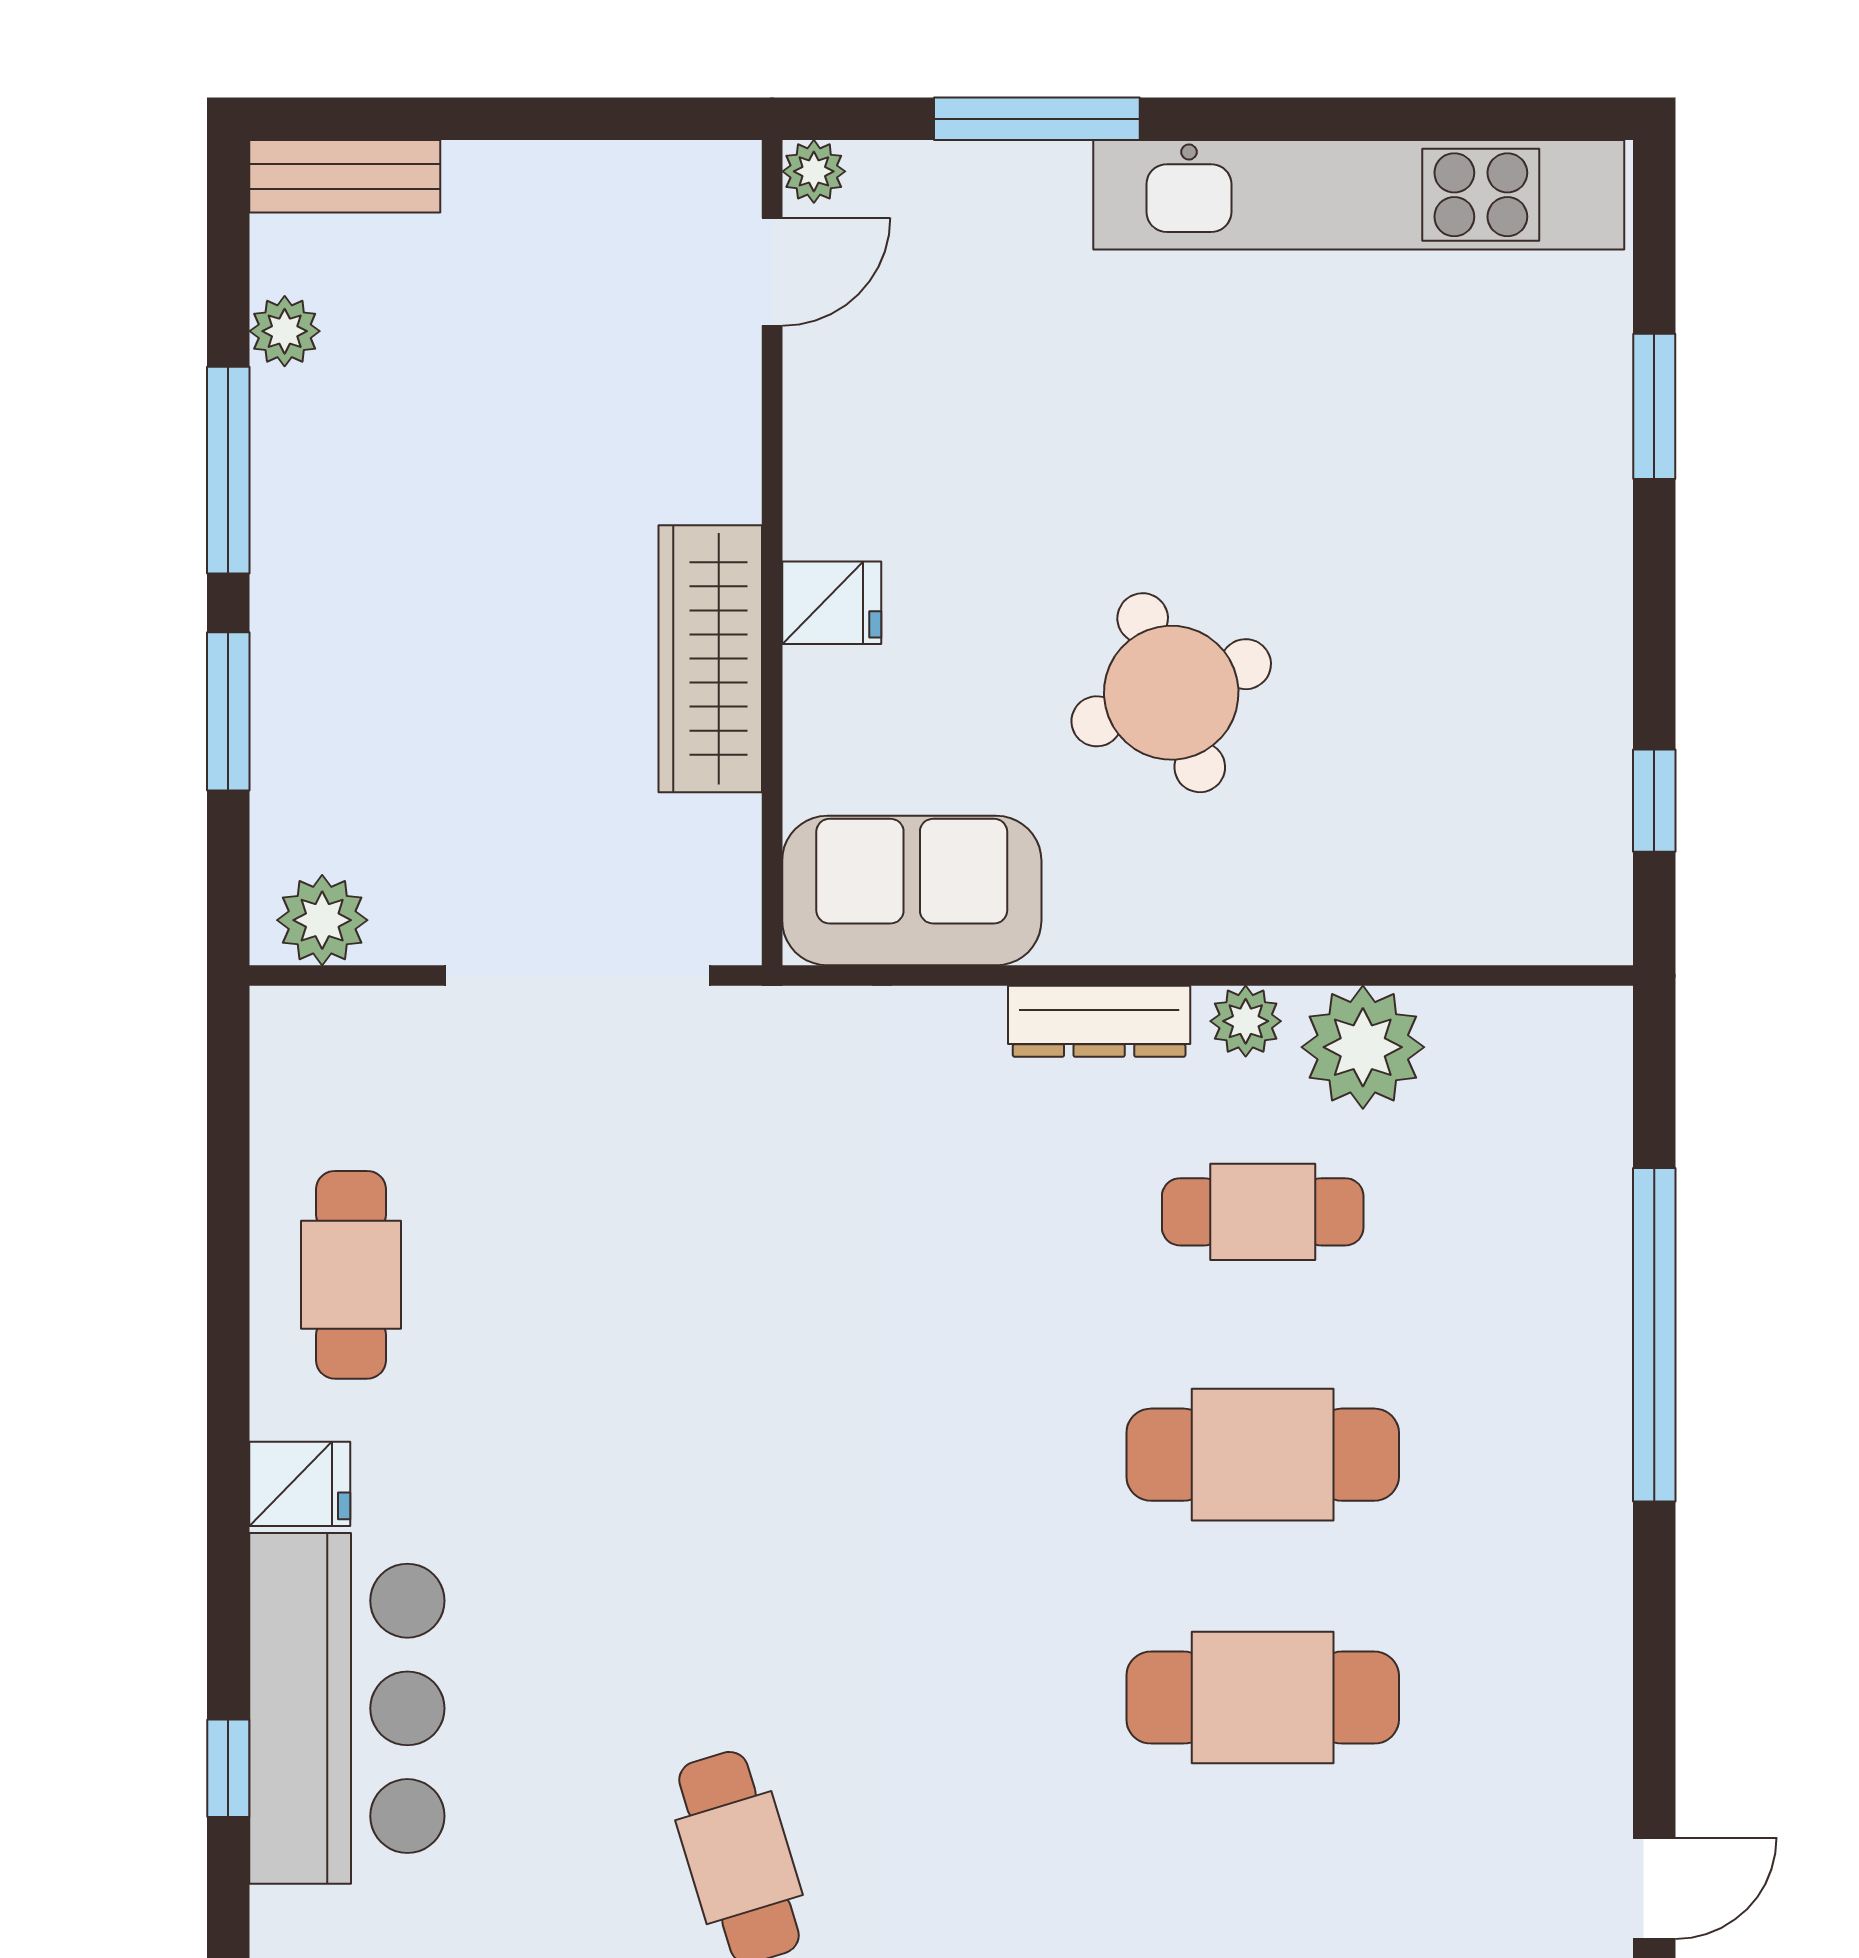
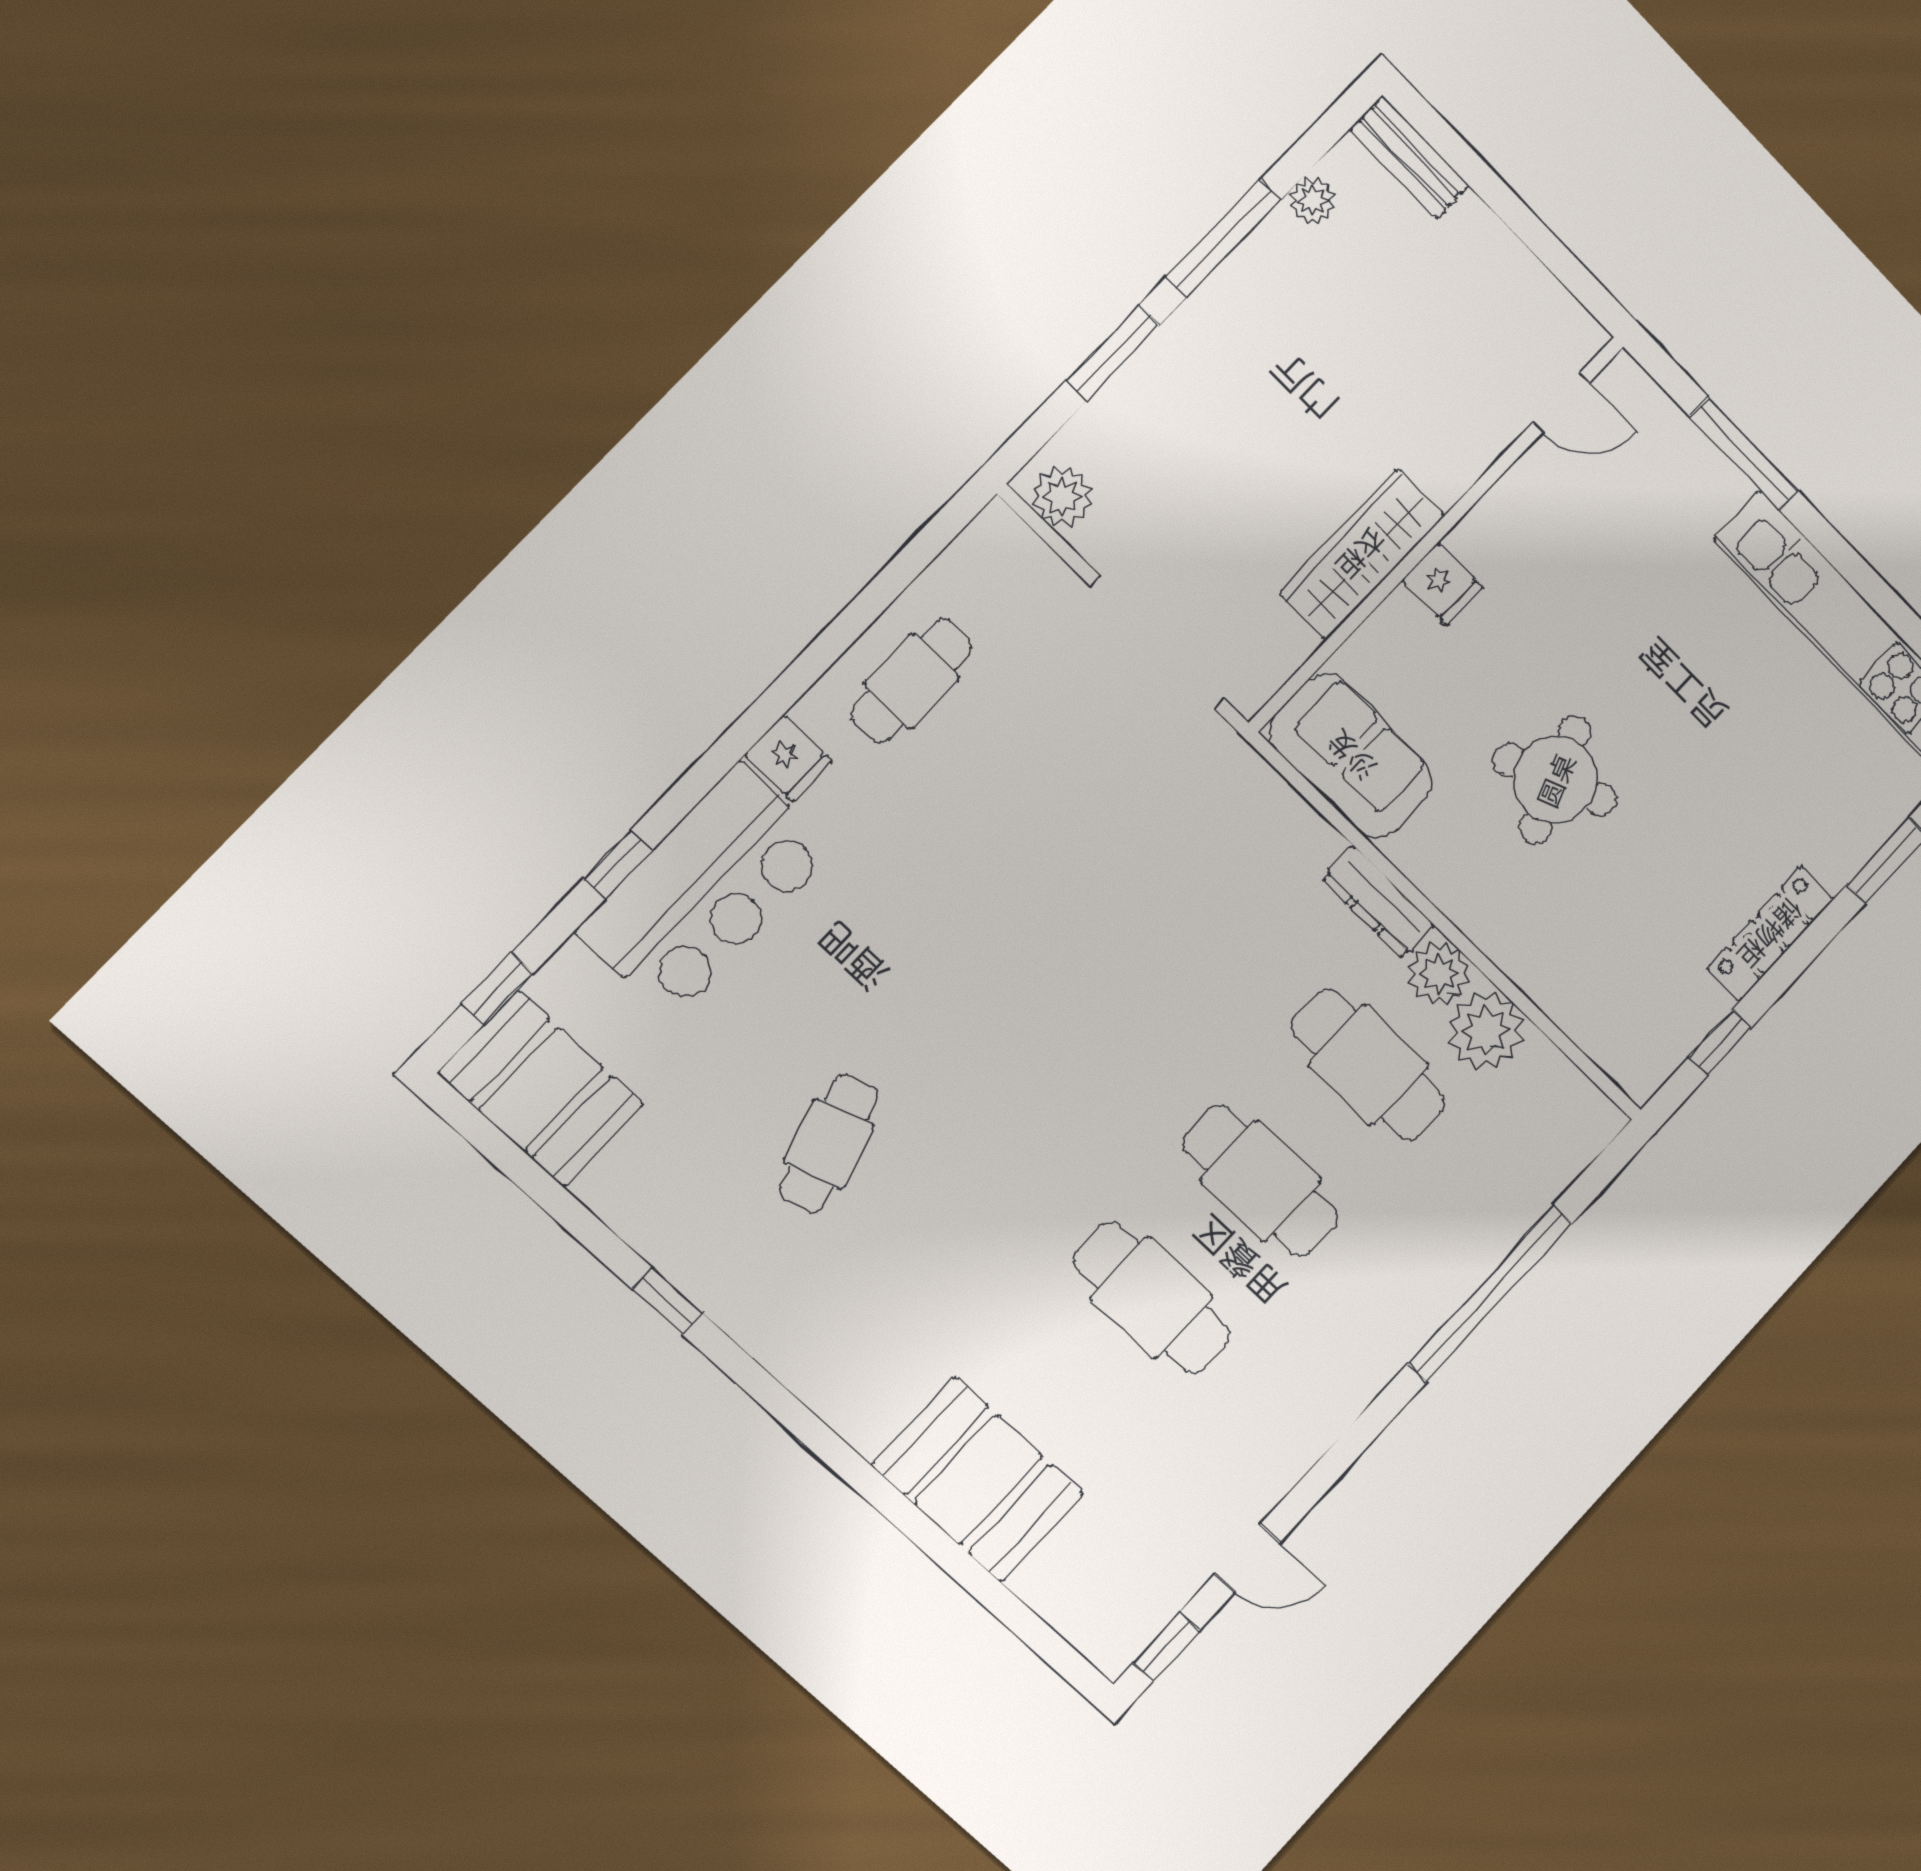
plant: (814, 171) -> (1623, 376), removed
locker: (1595, 622) -> (1771, 934), added
plant: (1246, 1021) -> (1439, 973), width x1.38, depth x1.38
cafe table: (1263, 1212) -> (1368, 1065), width x1.37, depth x1.35

